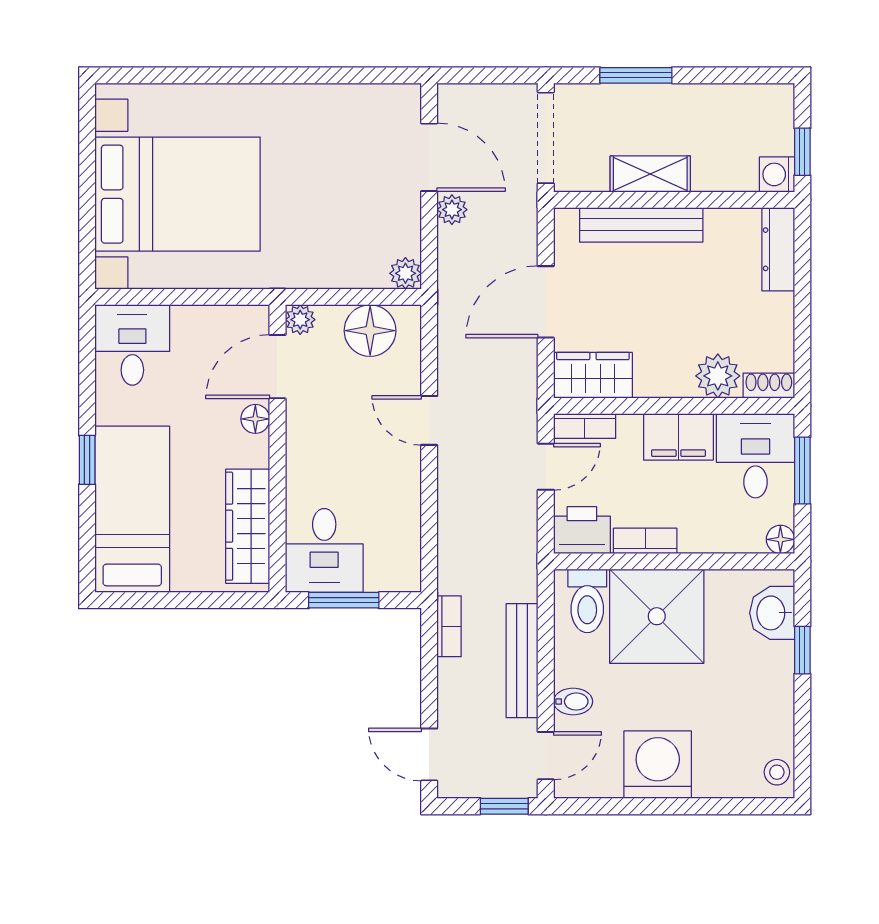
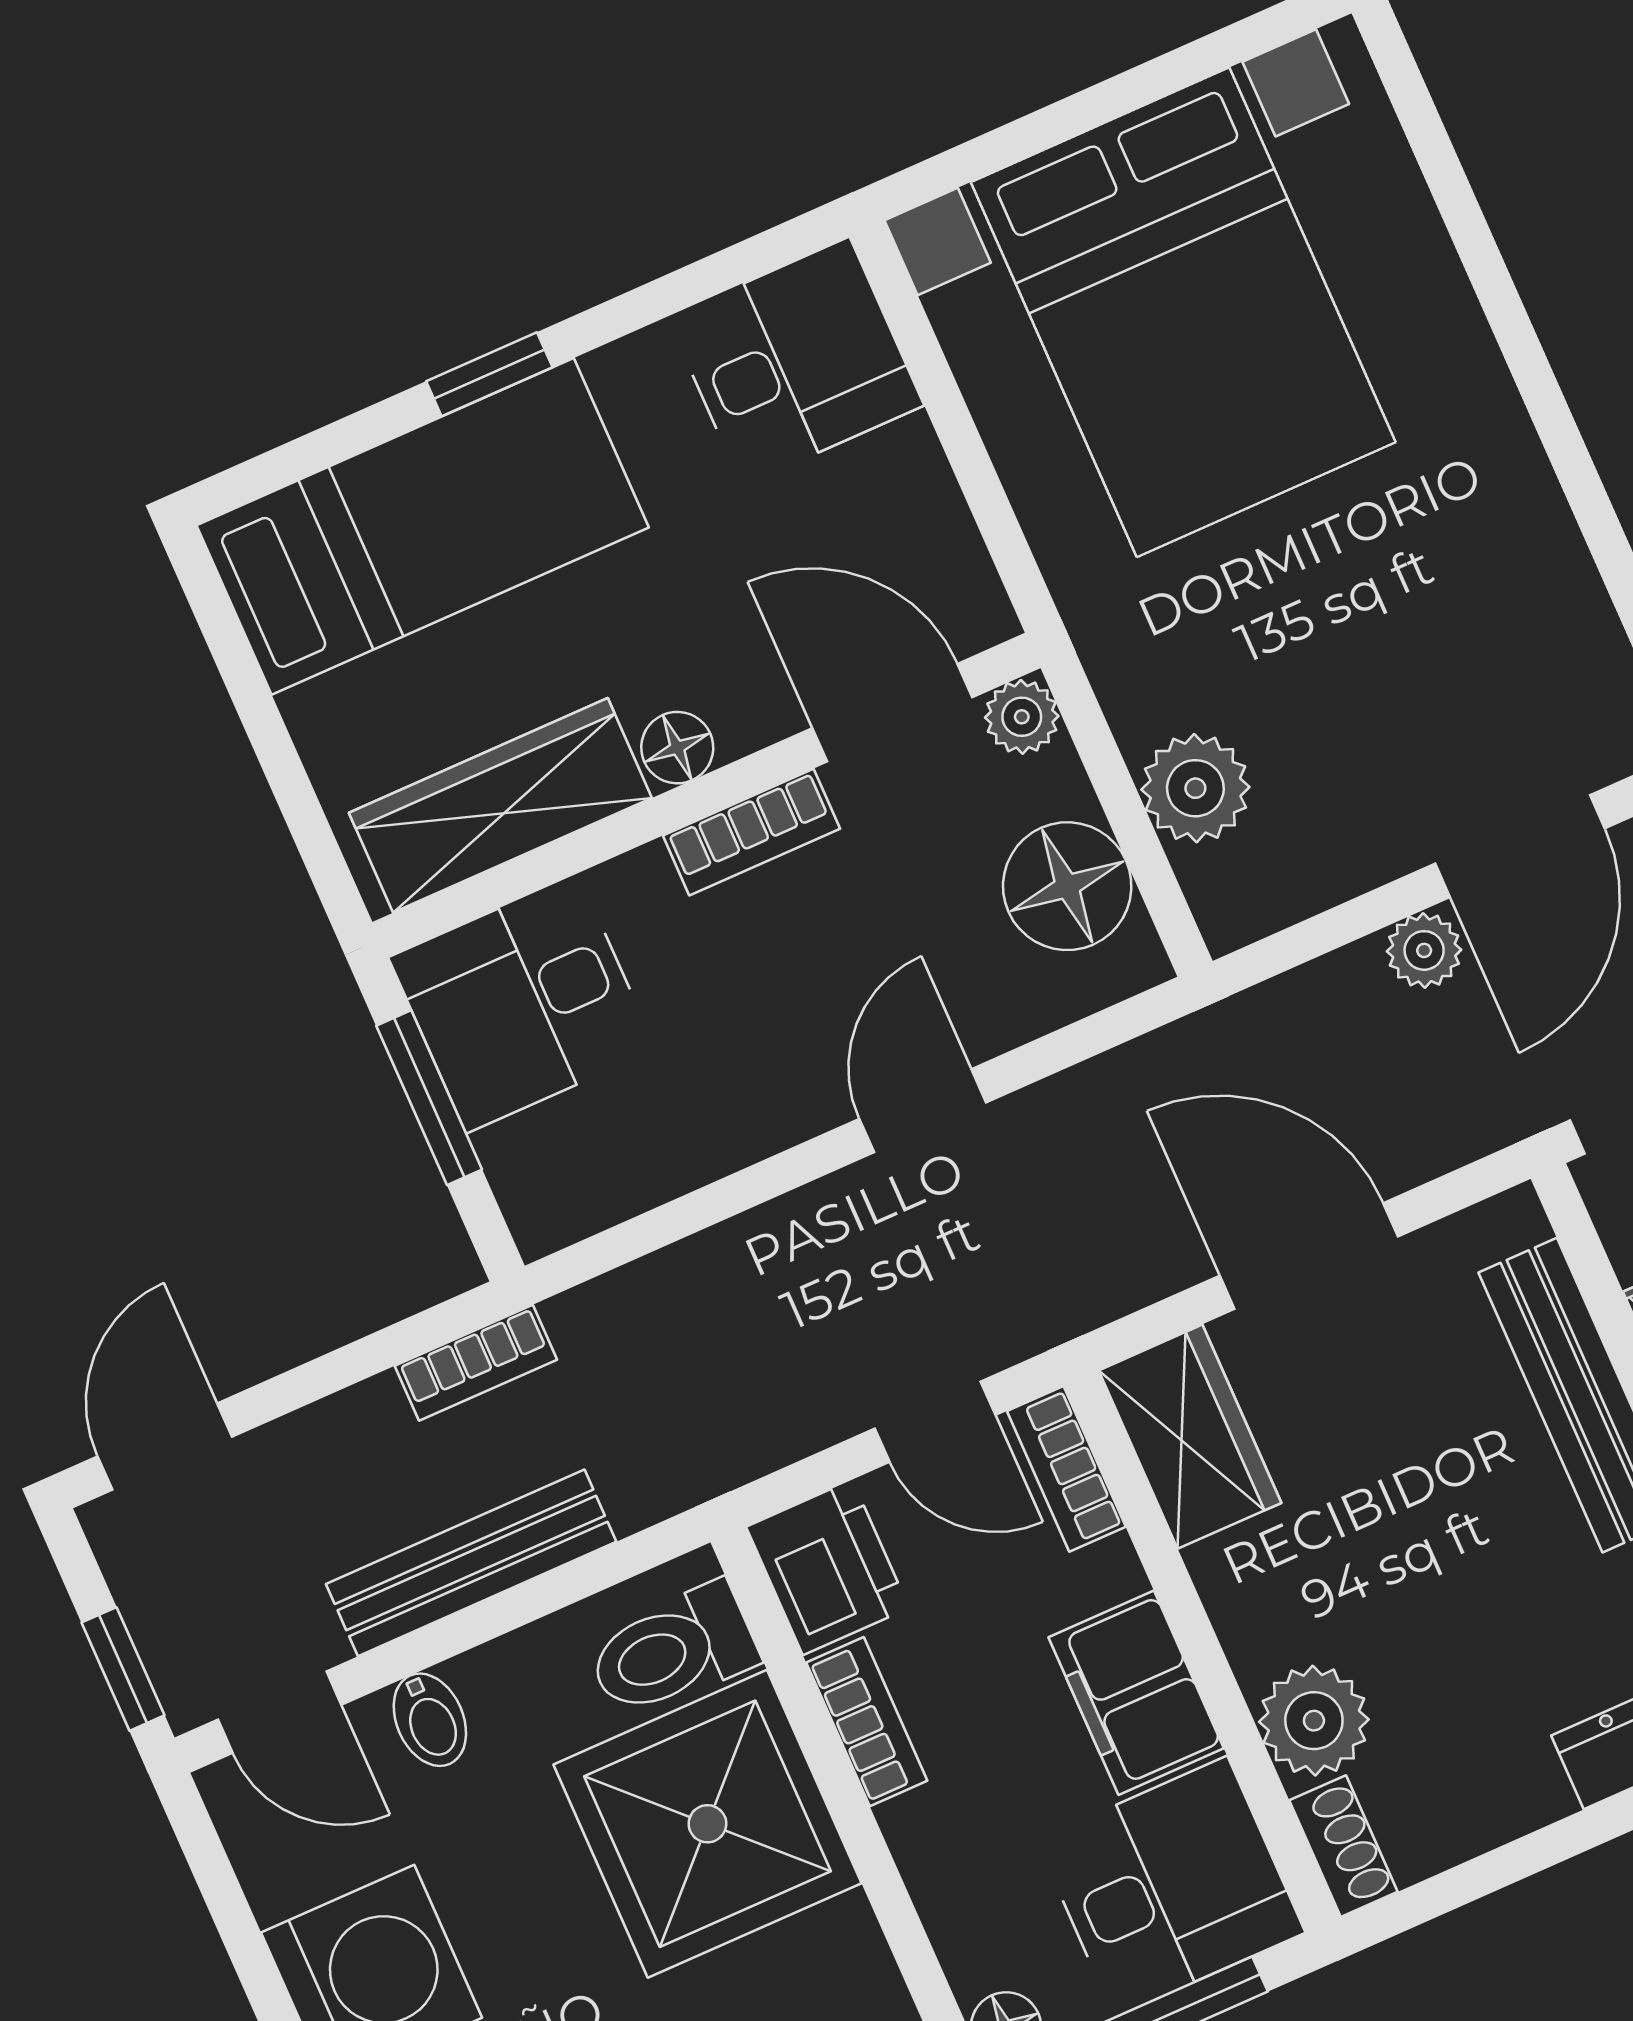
plant: (405, 273) -> (1195, 788), moved, width x1.38, depth x1.38
floor lamp: (255, 419) -> (677, 748), moved
bookcase: (299, 438) -> (751, 832), added

